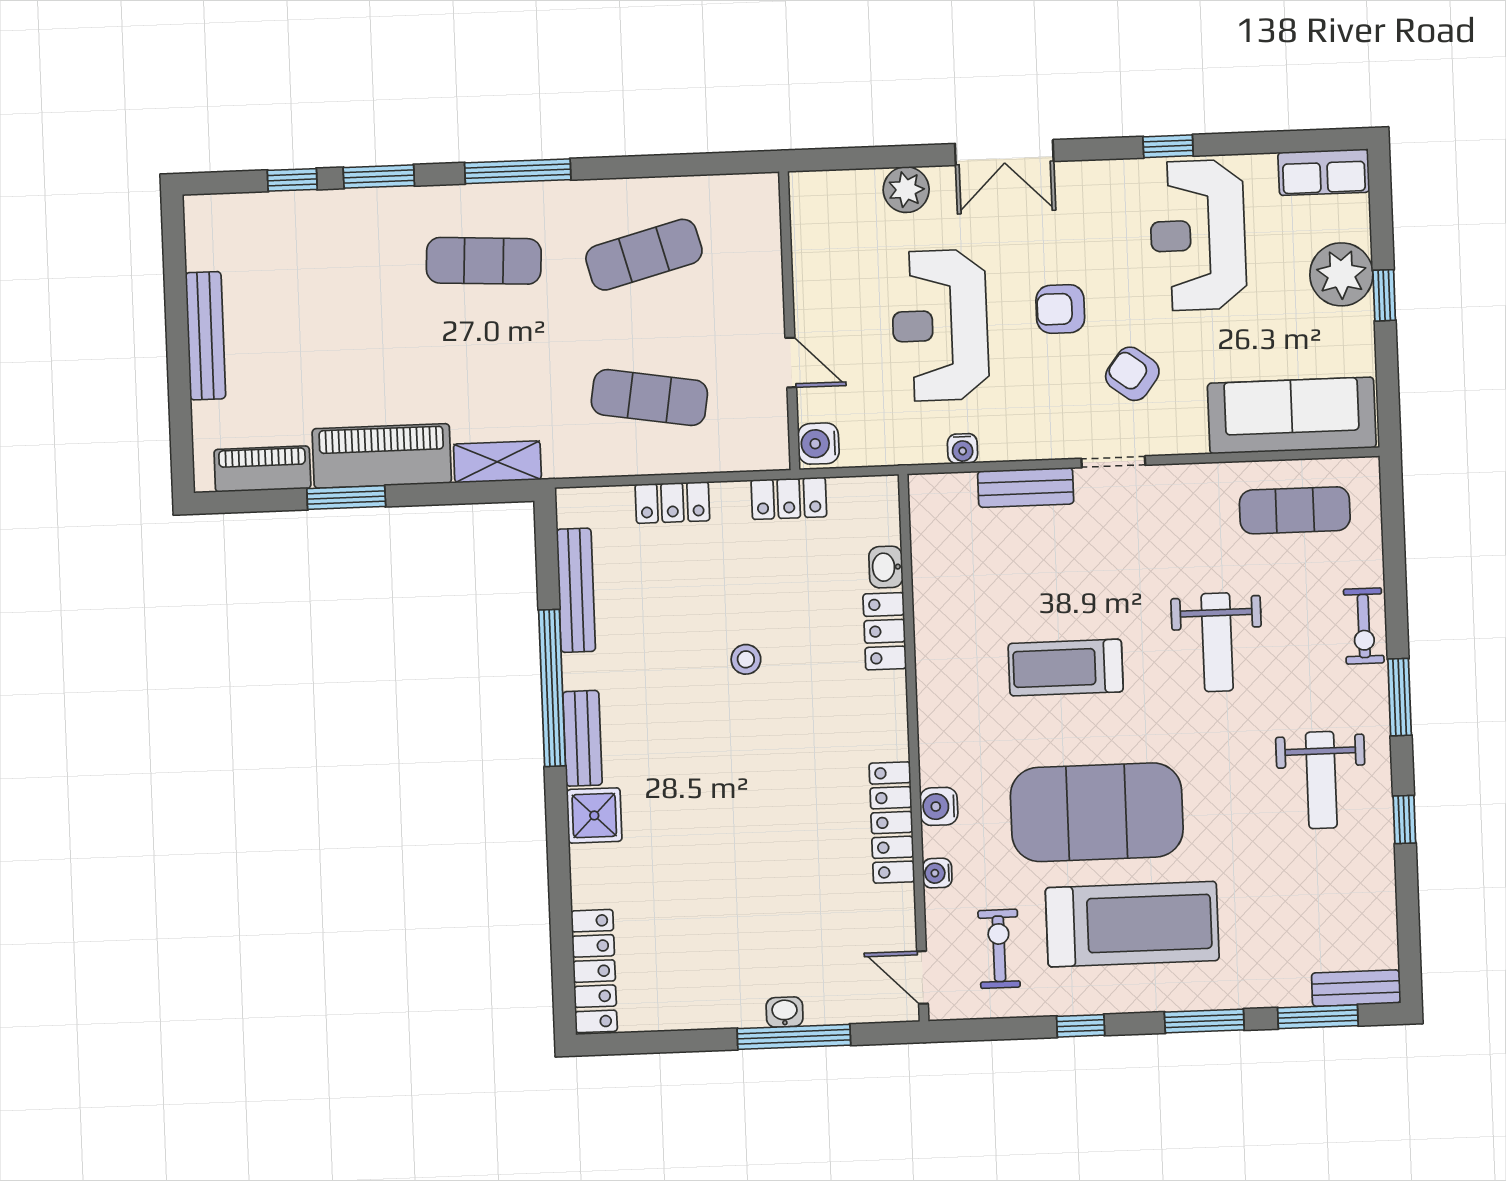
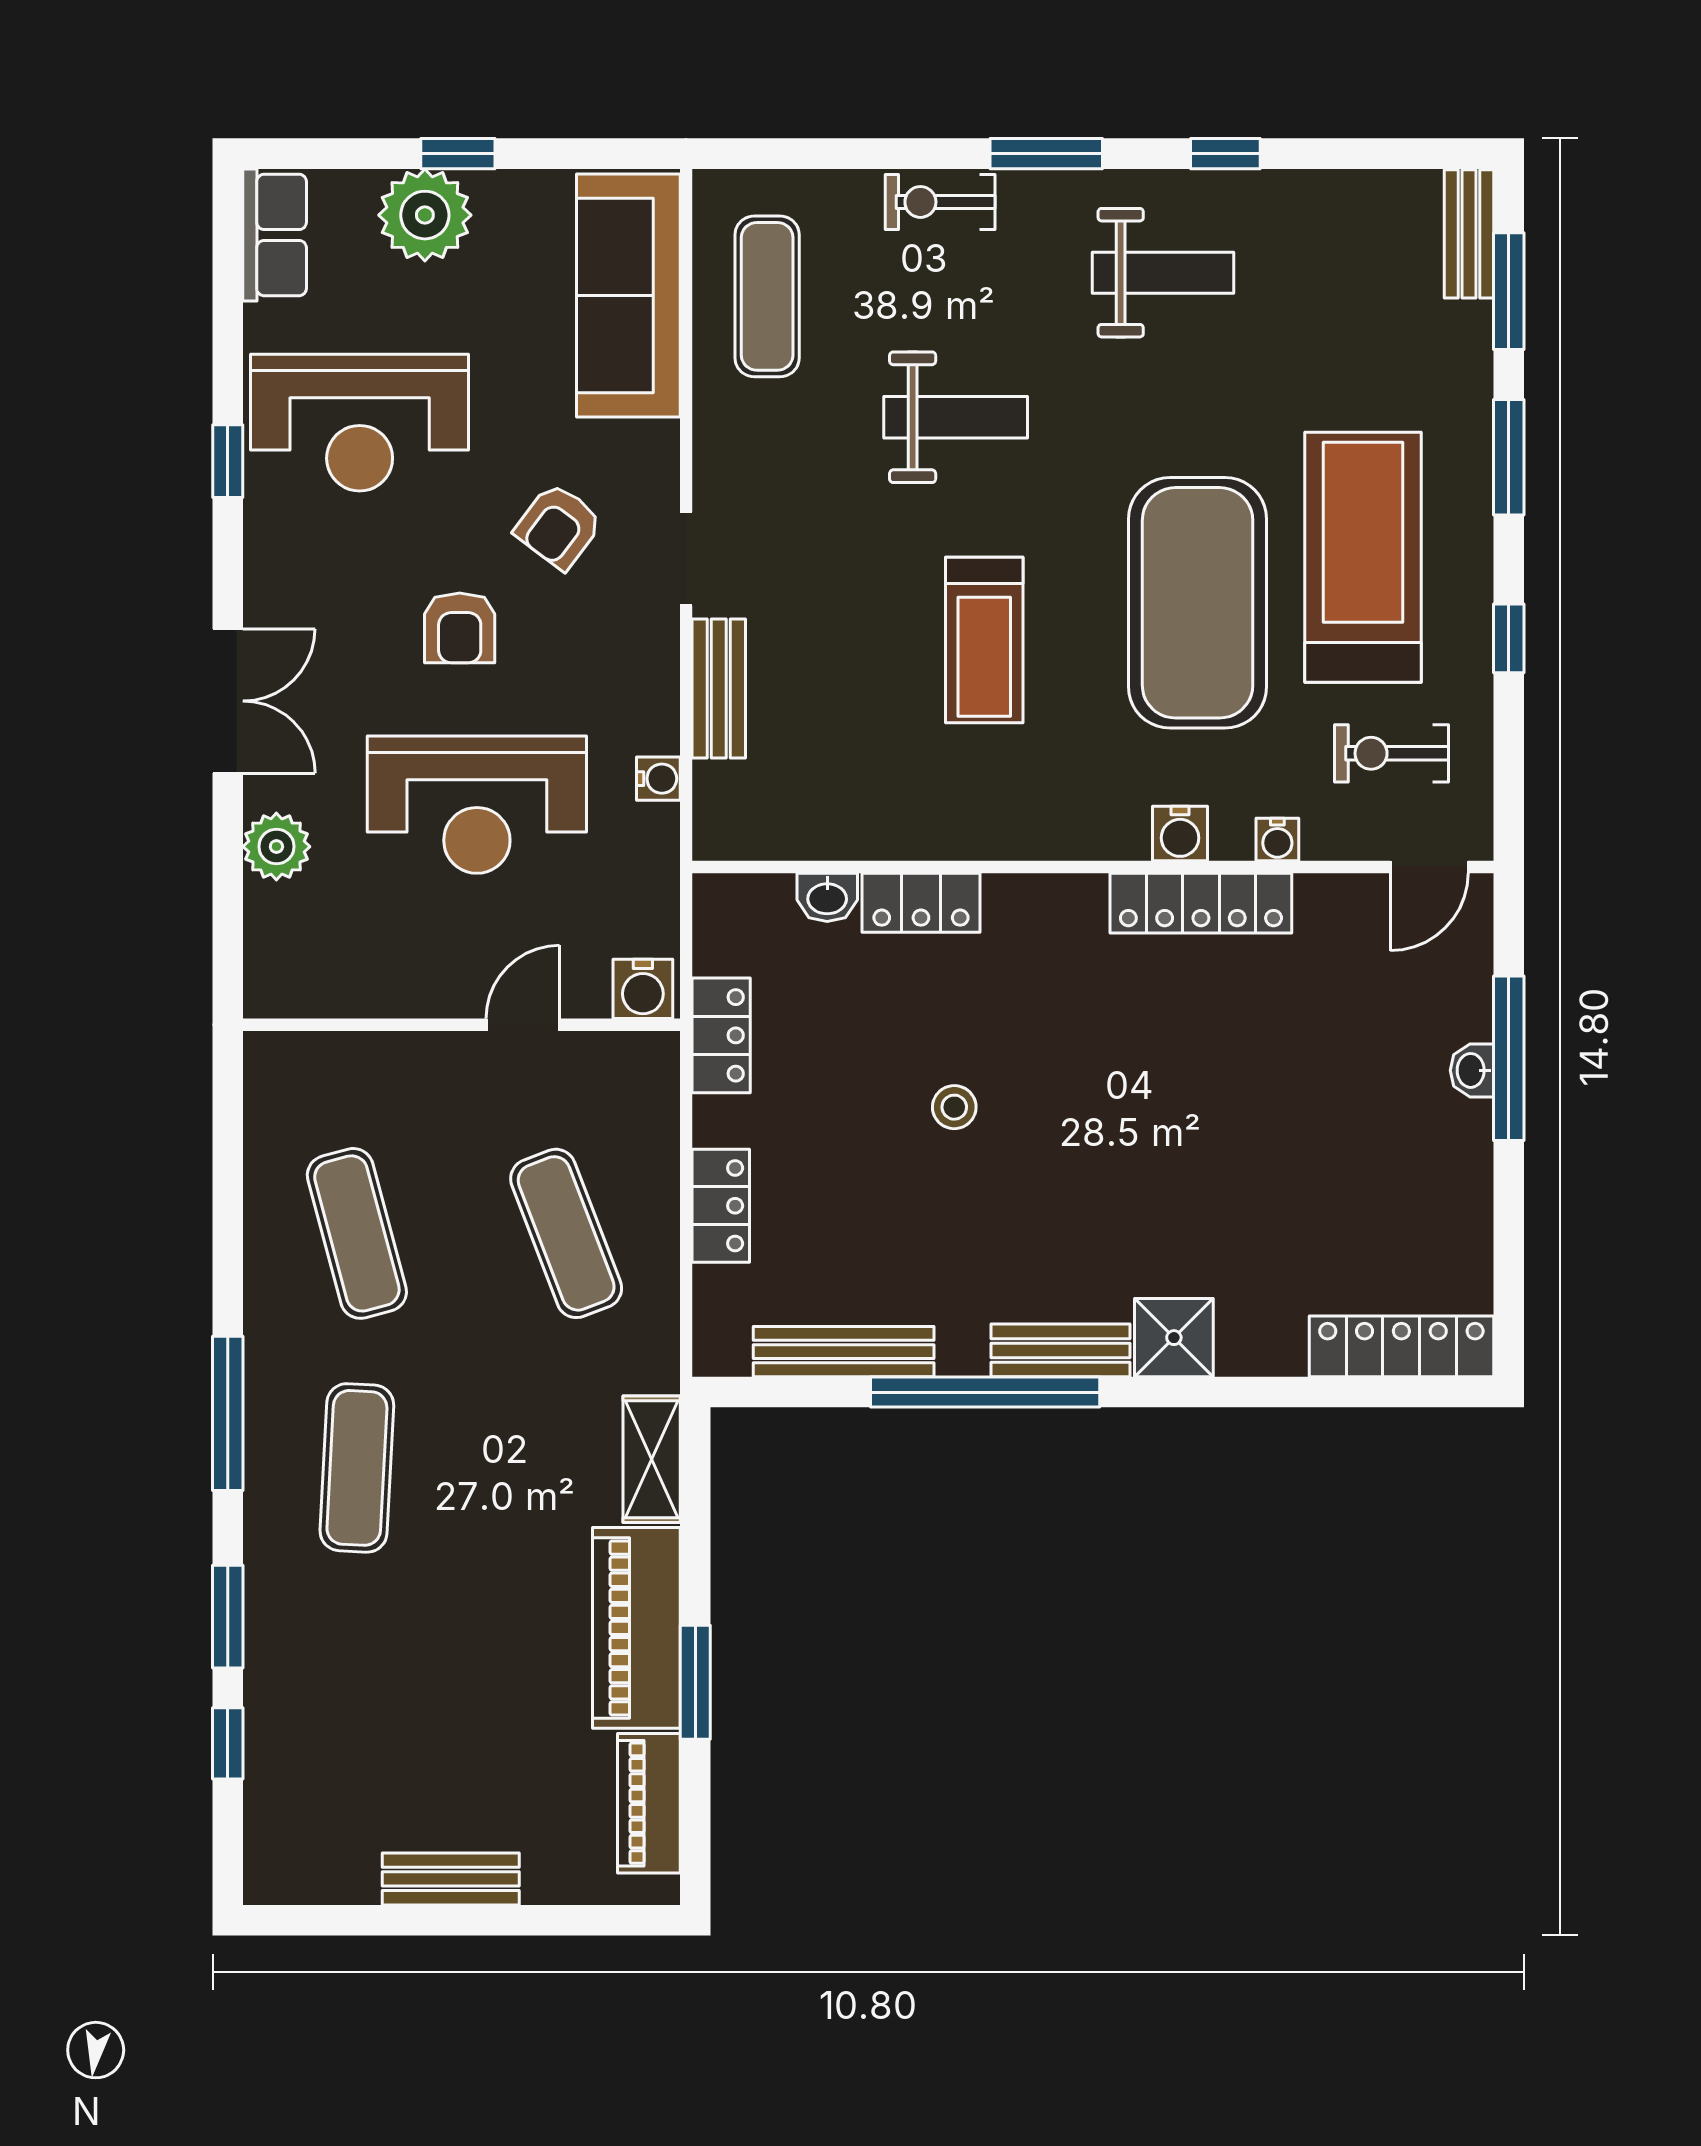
bench: (205, 336) -> (451, 1879), width x0.73
exercise mat: (649, 398) -> (566, 1233), turned -30
exercise bike: (1364, 626) -> (940, 202), turned 180

